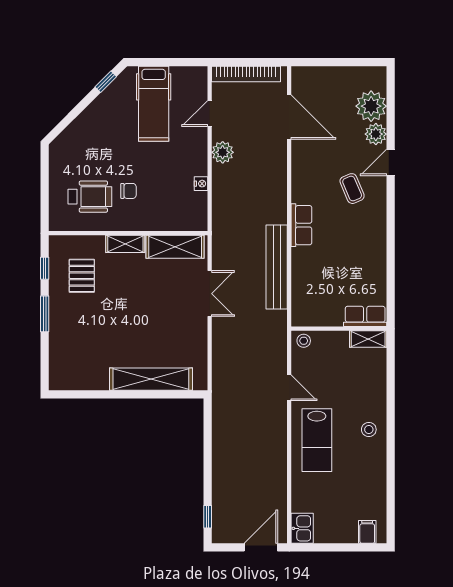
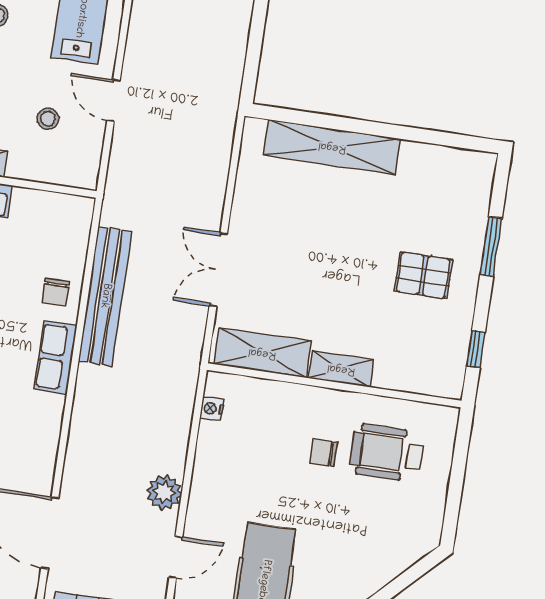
nightstand: (201, 184) -> (212, 408), moved
chair: (307, 265) -> (56, 292), added
pallet: (82, 276) -> (423, 275), moved, turned 90
window: (45, 314) -> (491, 246), moved
stool: (304, 341) -> (48, 119), moved

